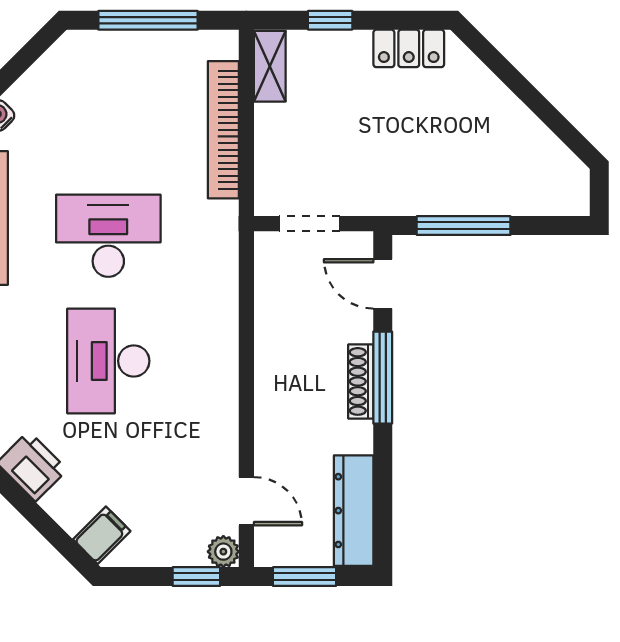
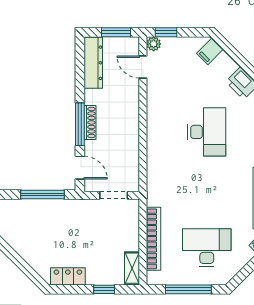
desk: (108, 236) -> (207, 248), moved, turned 180

